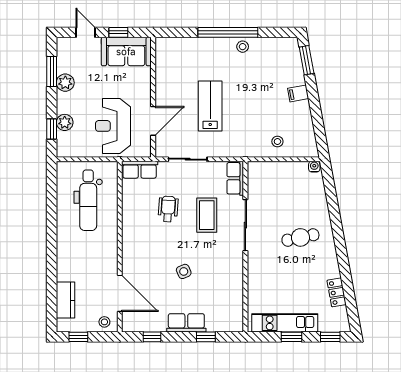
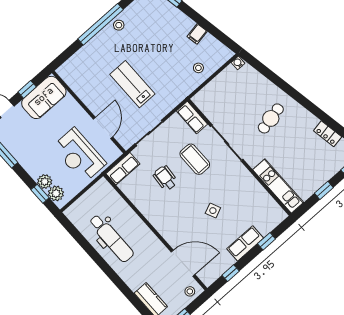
plant: (65, 83) -> (56, 193), moved
filing cabinet: (298, 93) -> (197, 34), moved
dental chair: (88, 200) -> (111, 238), moved
kitchen unit: (285, 323) -> (278, 186), moved, turned 90

